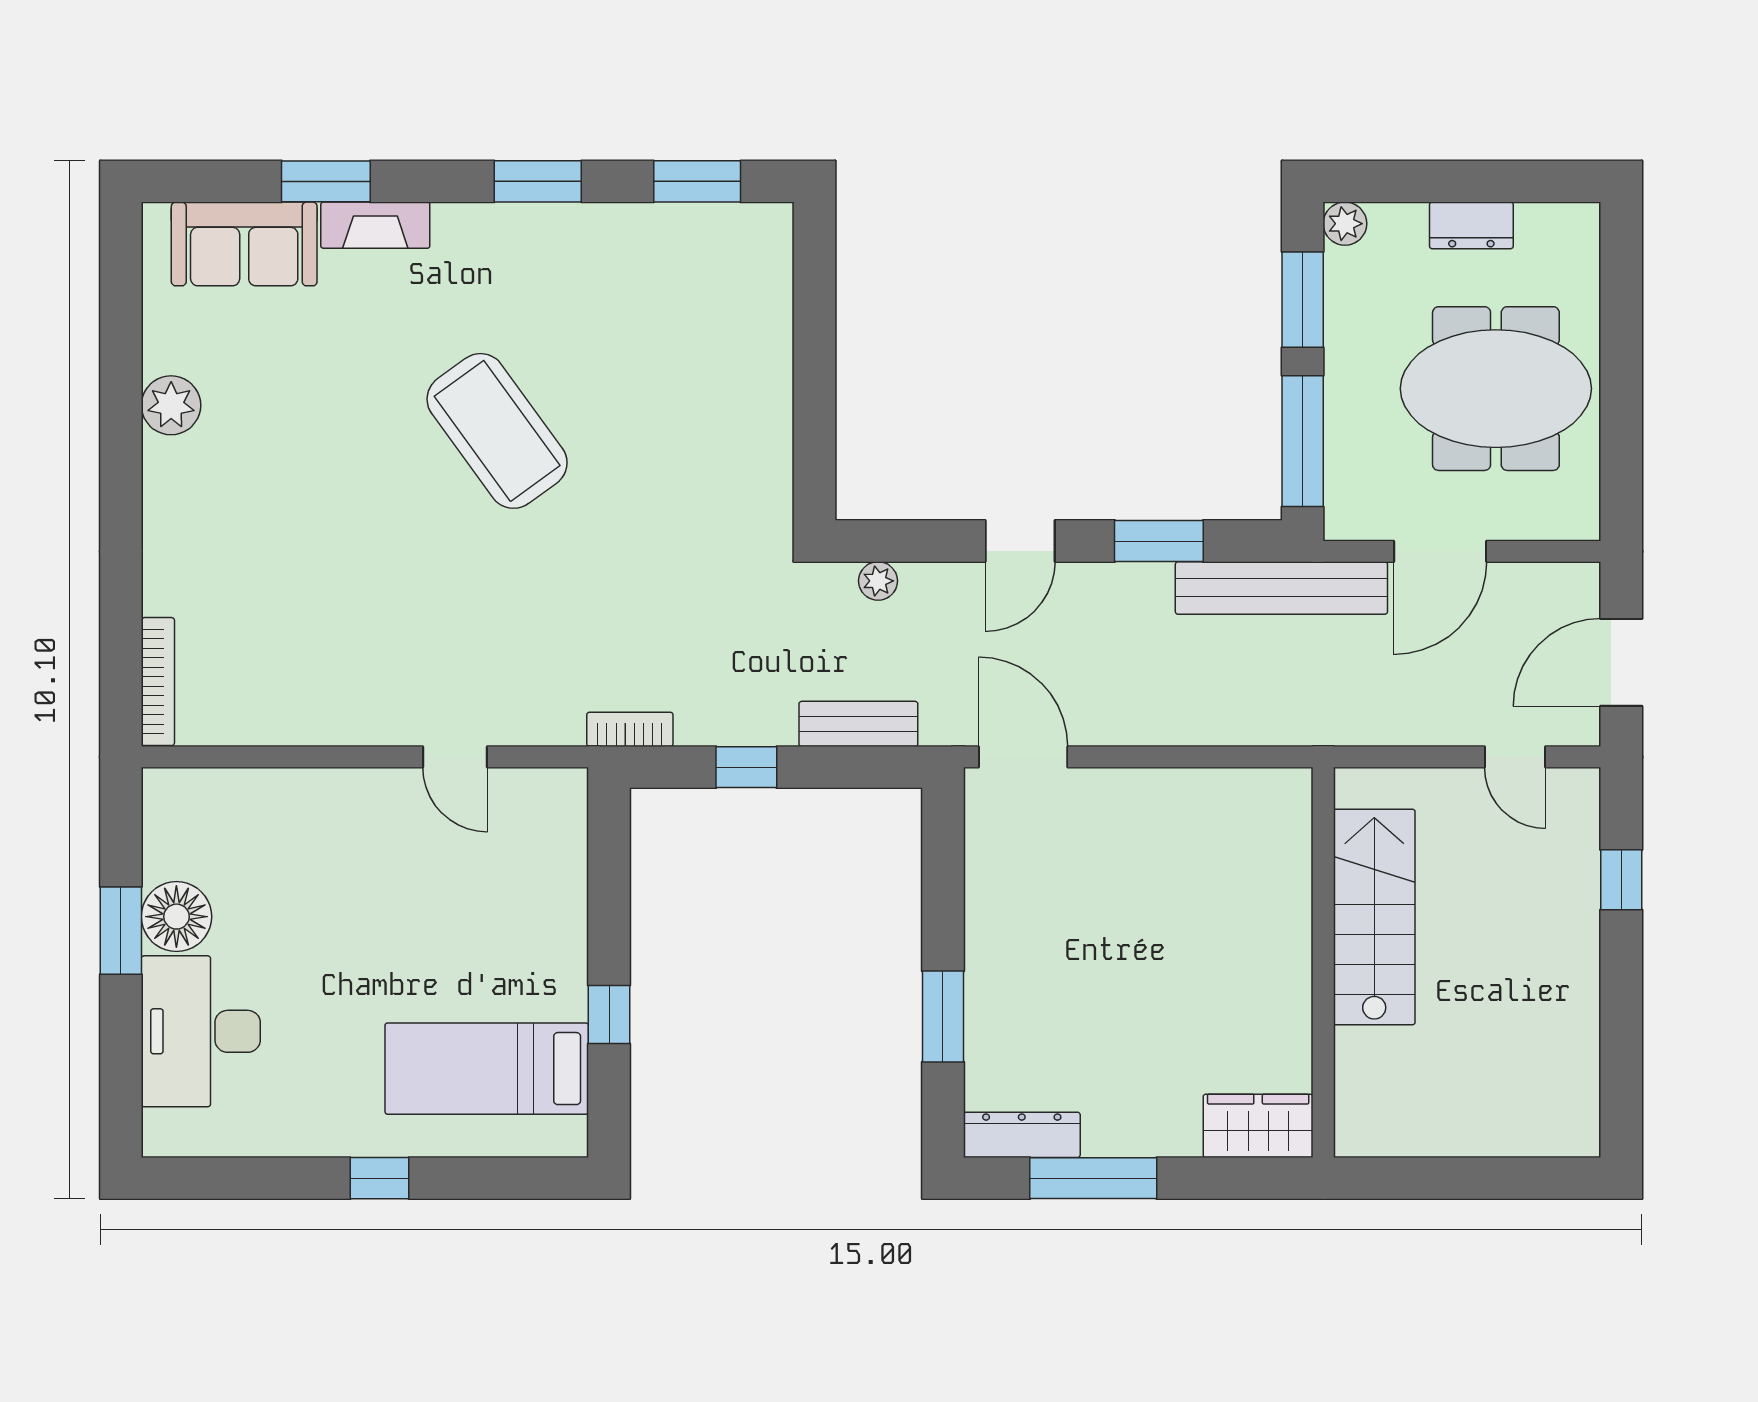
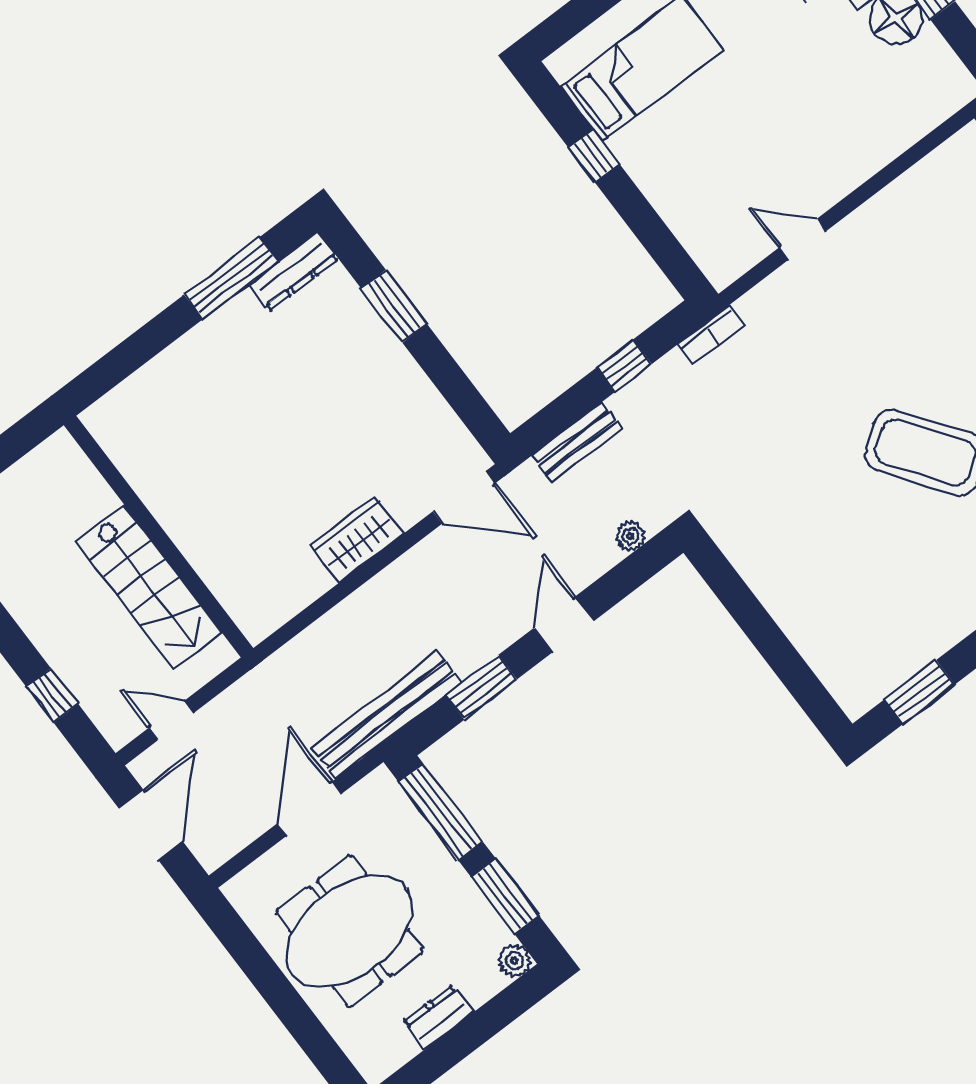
stairs: (1374, 917) -> (149, 587), moved
wall: (1323, 962) -> (159, 537), moved
wardrobe: (1258, 1126) -> (357, 539), moved, turned 180

